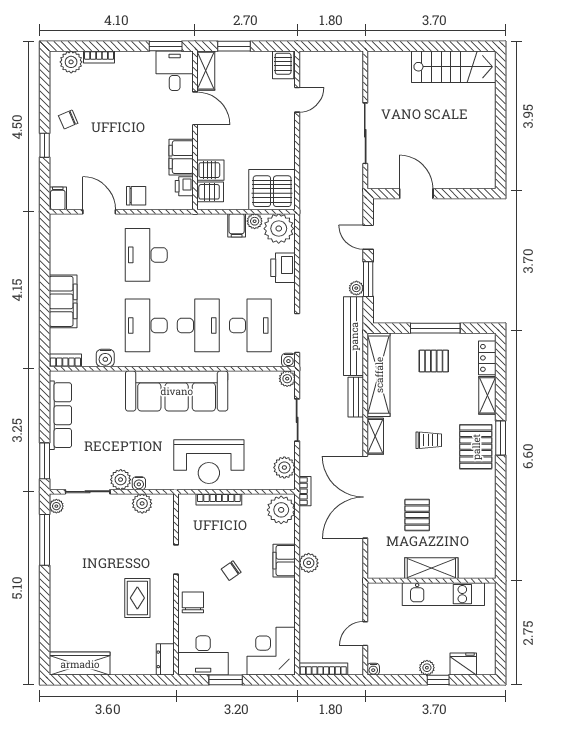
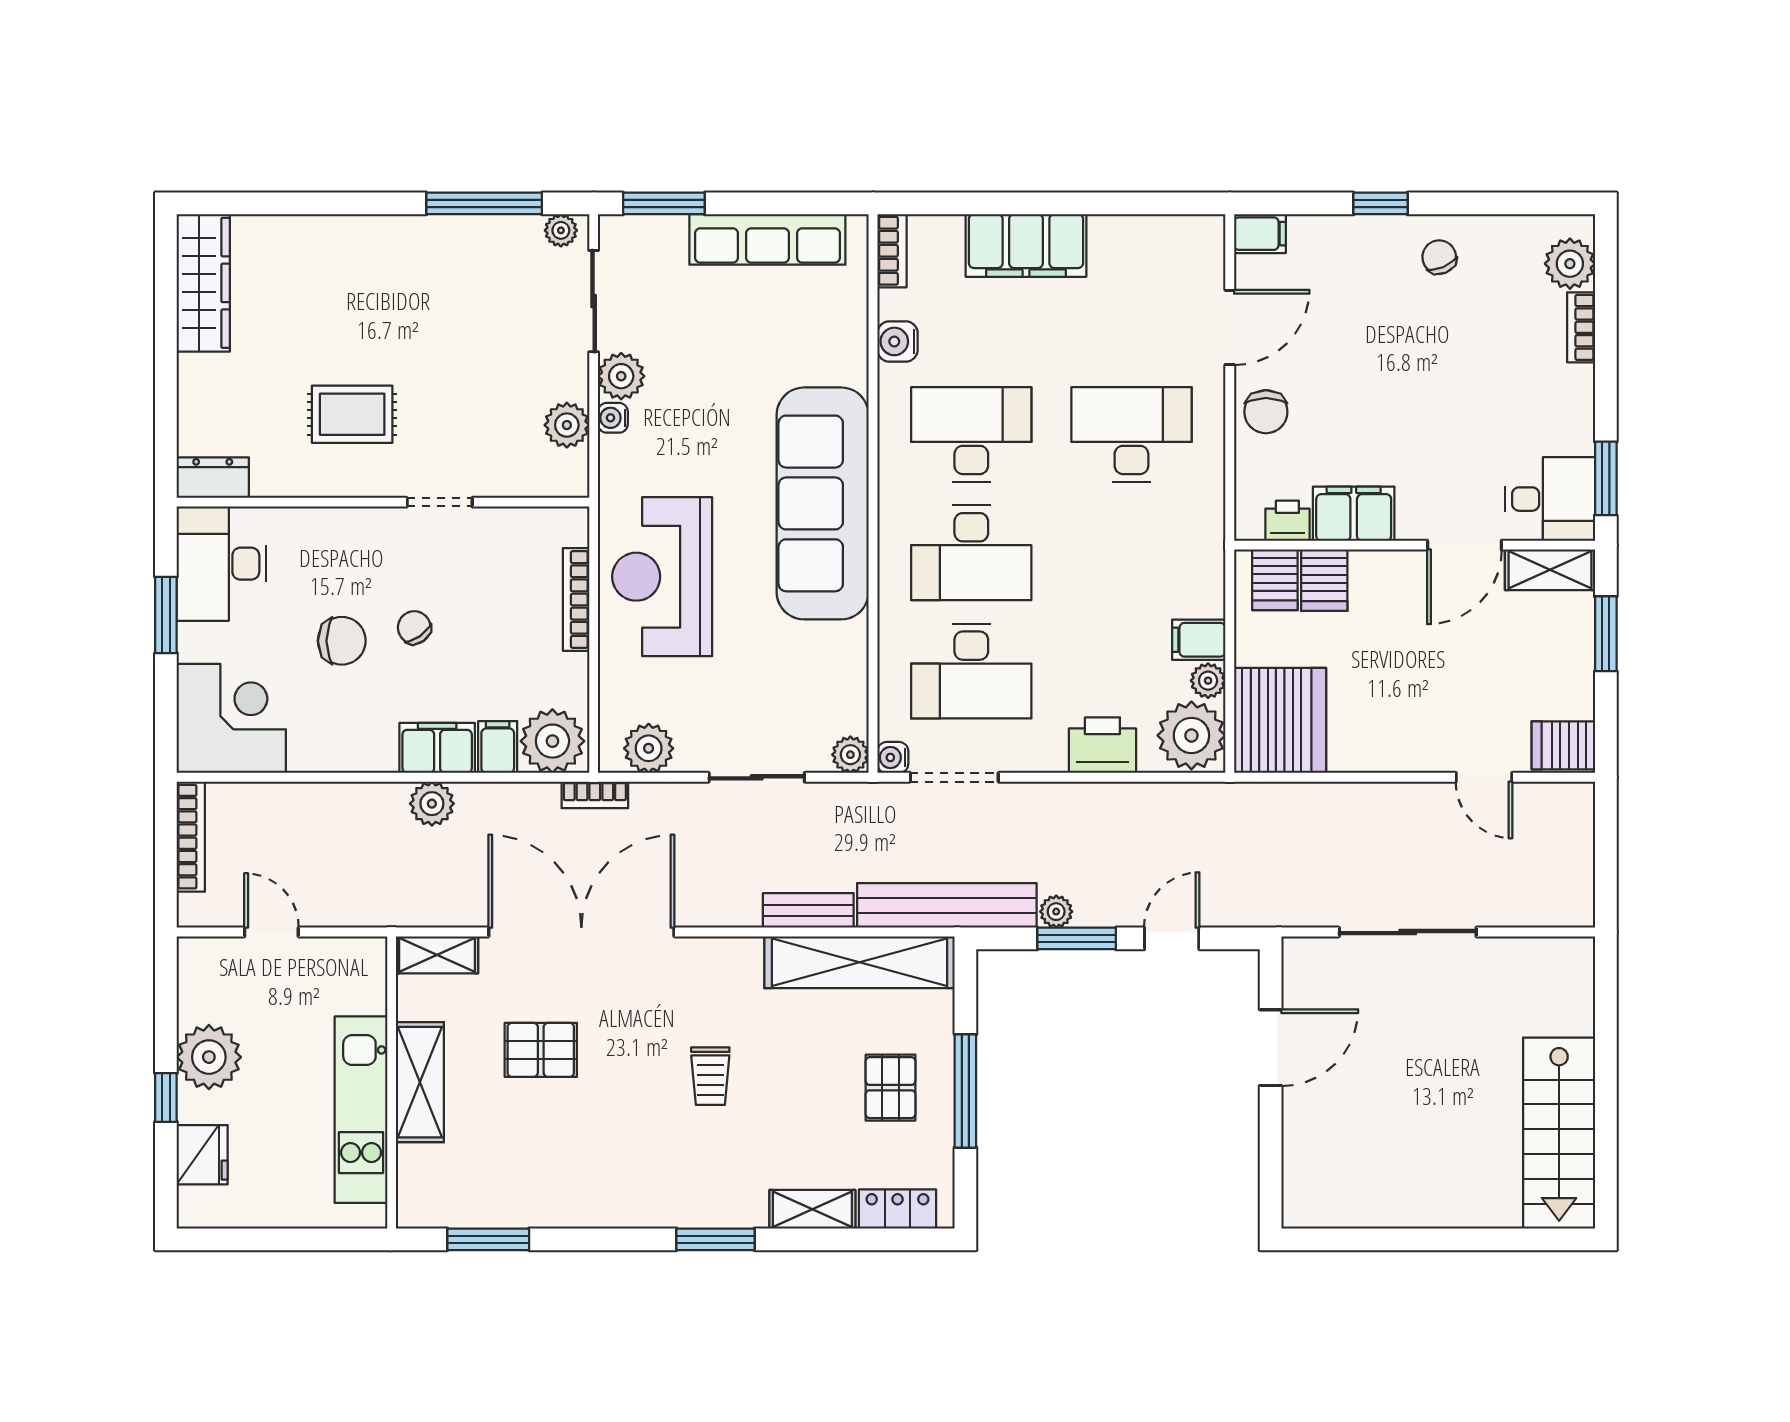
shelving: (375, 436) -> (437, 955), moved
pallet: (476, 447) -> (696, 1183), removed
filing cabinet: (284, 534) -> (498, 747), added
window: (501, 538) -> (488, 1239), added
chair: (193, 602) -> (342, 641), moved
plant: (427, 668) -> (209, 1057), width x1.88, depth x1.88
water cooler: (373, 669) -> (190, 950), removed

